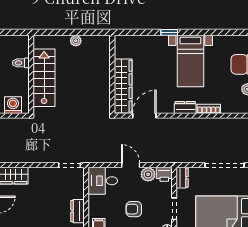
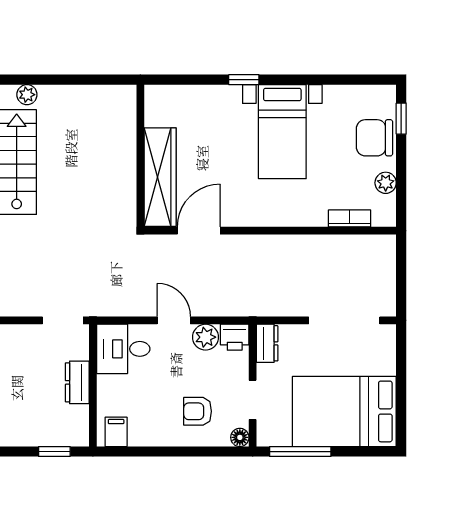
plant: (76, 41) -> (27, 95), moved
dresser: (185, 107) -> (273, 216), removed
bookcase: (209, 109) -> (350, 218), moved
armchair: (134, 209) -> (198, 411), moved
dresser: (77, 211) -> (77, 382), moved

